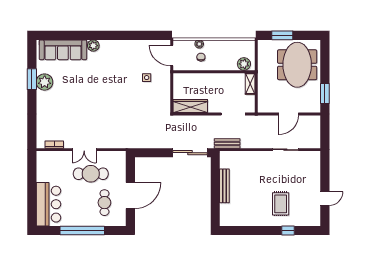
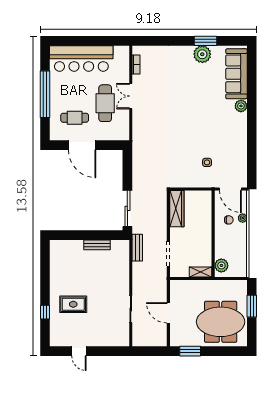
door: (172, 55) -> (230, 189), swing flipped
bench: (224, 186) -> (97, 245), width x0.73
bar counter: (48, 204) -> (81, 58), width x1.36

